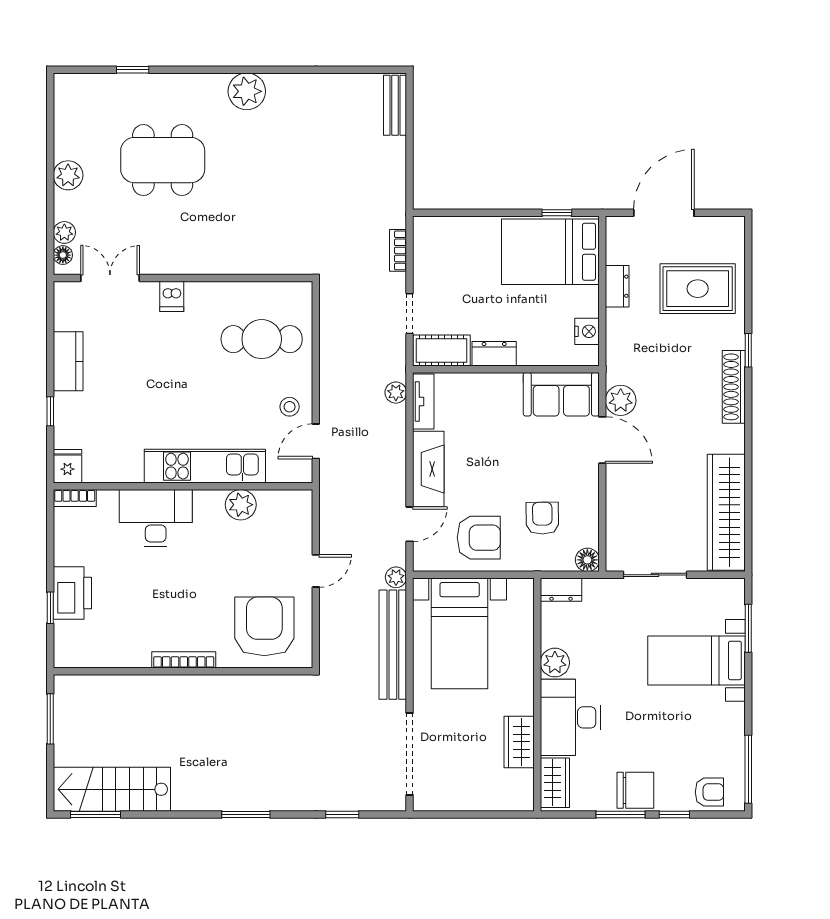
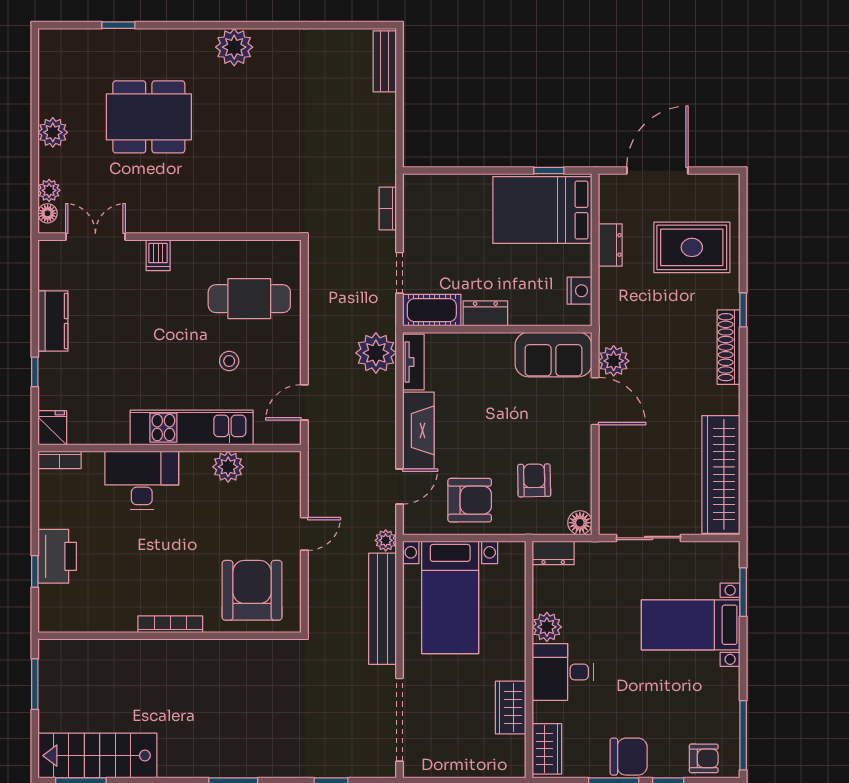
plant: (396, 393) -> (376, 353), width x1.88, depth x1.88
stool: (290, 407) -> (229, 361), moved
desk: (570, 717) -> (563, 672), width x0.73

